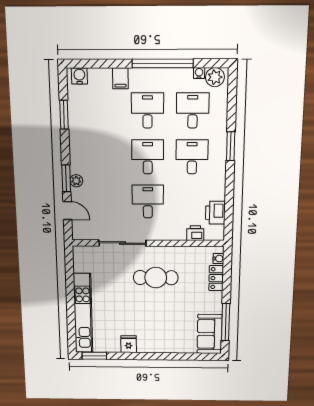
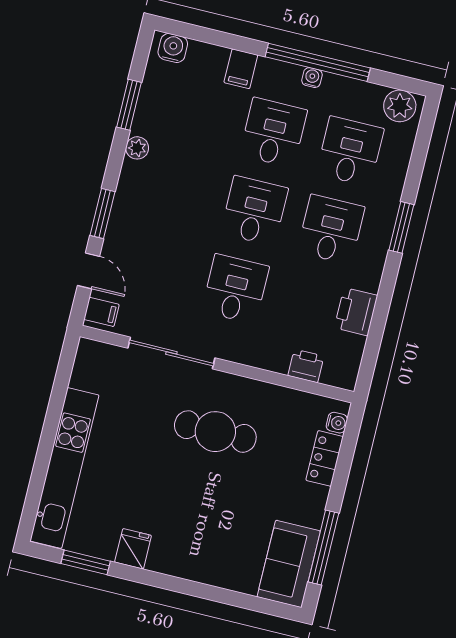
water cooler: (199, 73) -> (312, 78), moved
plant: (76, 181) -> (137, 148), moved
printer: (215, 213) -> (356, 312), moved
filing cabinet: (80, 230) -> (102, 312), added
window: (94, 356) -> (86, 562), moved

